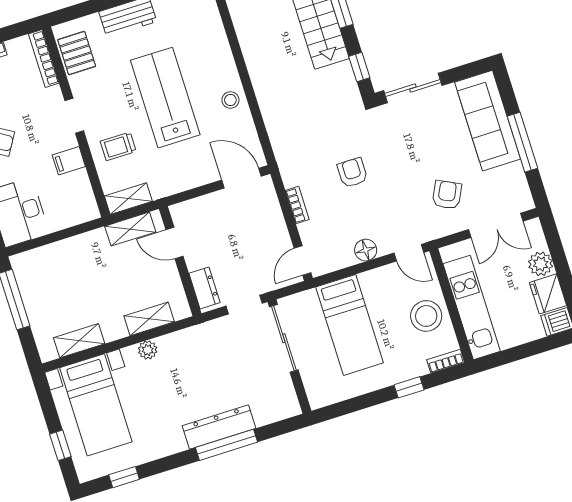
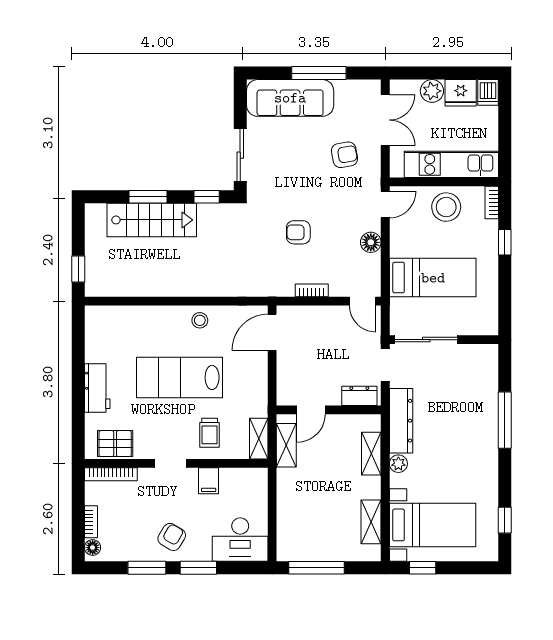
armchair: (447, 195) -> (344, 155), turned 144
dresser: (219, 427) -> (401, 421), moved, turned 180
window: (60, 445) -> (423, 568), moved

